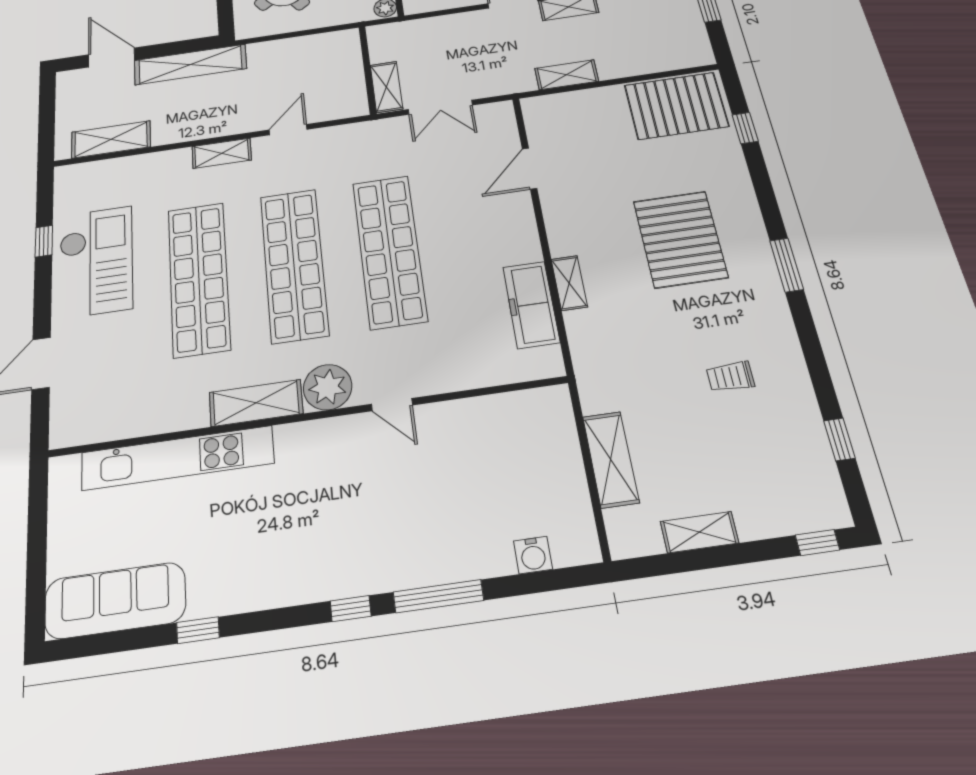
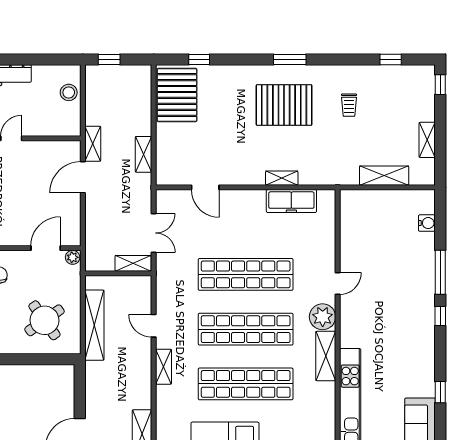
shelving: (190, 65) -> (94, 325), moved
pallet: (680, 239) -> (284, 105), moved

